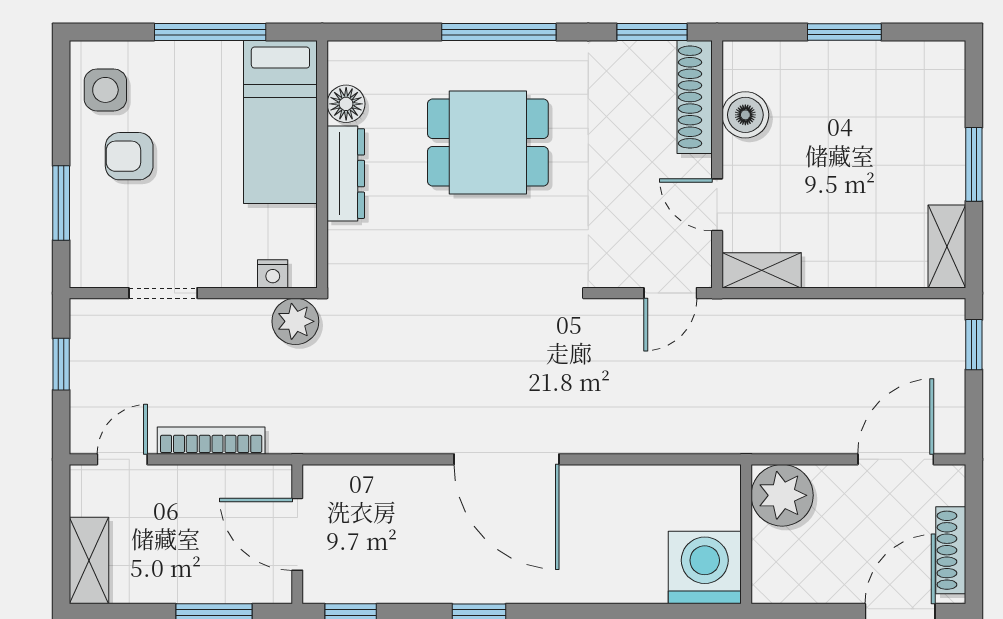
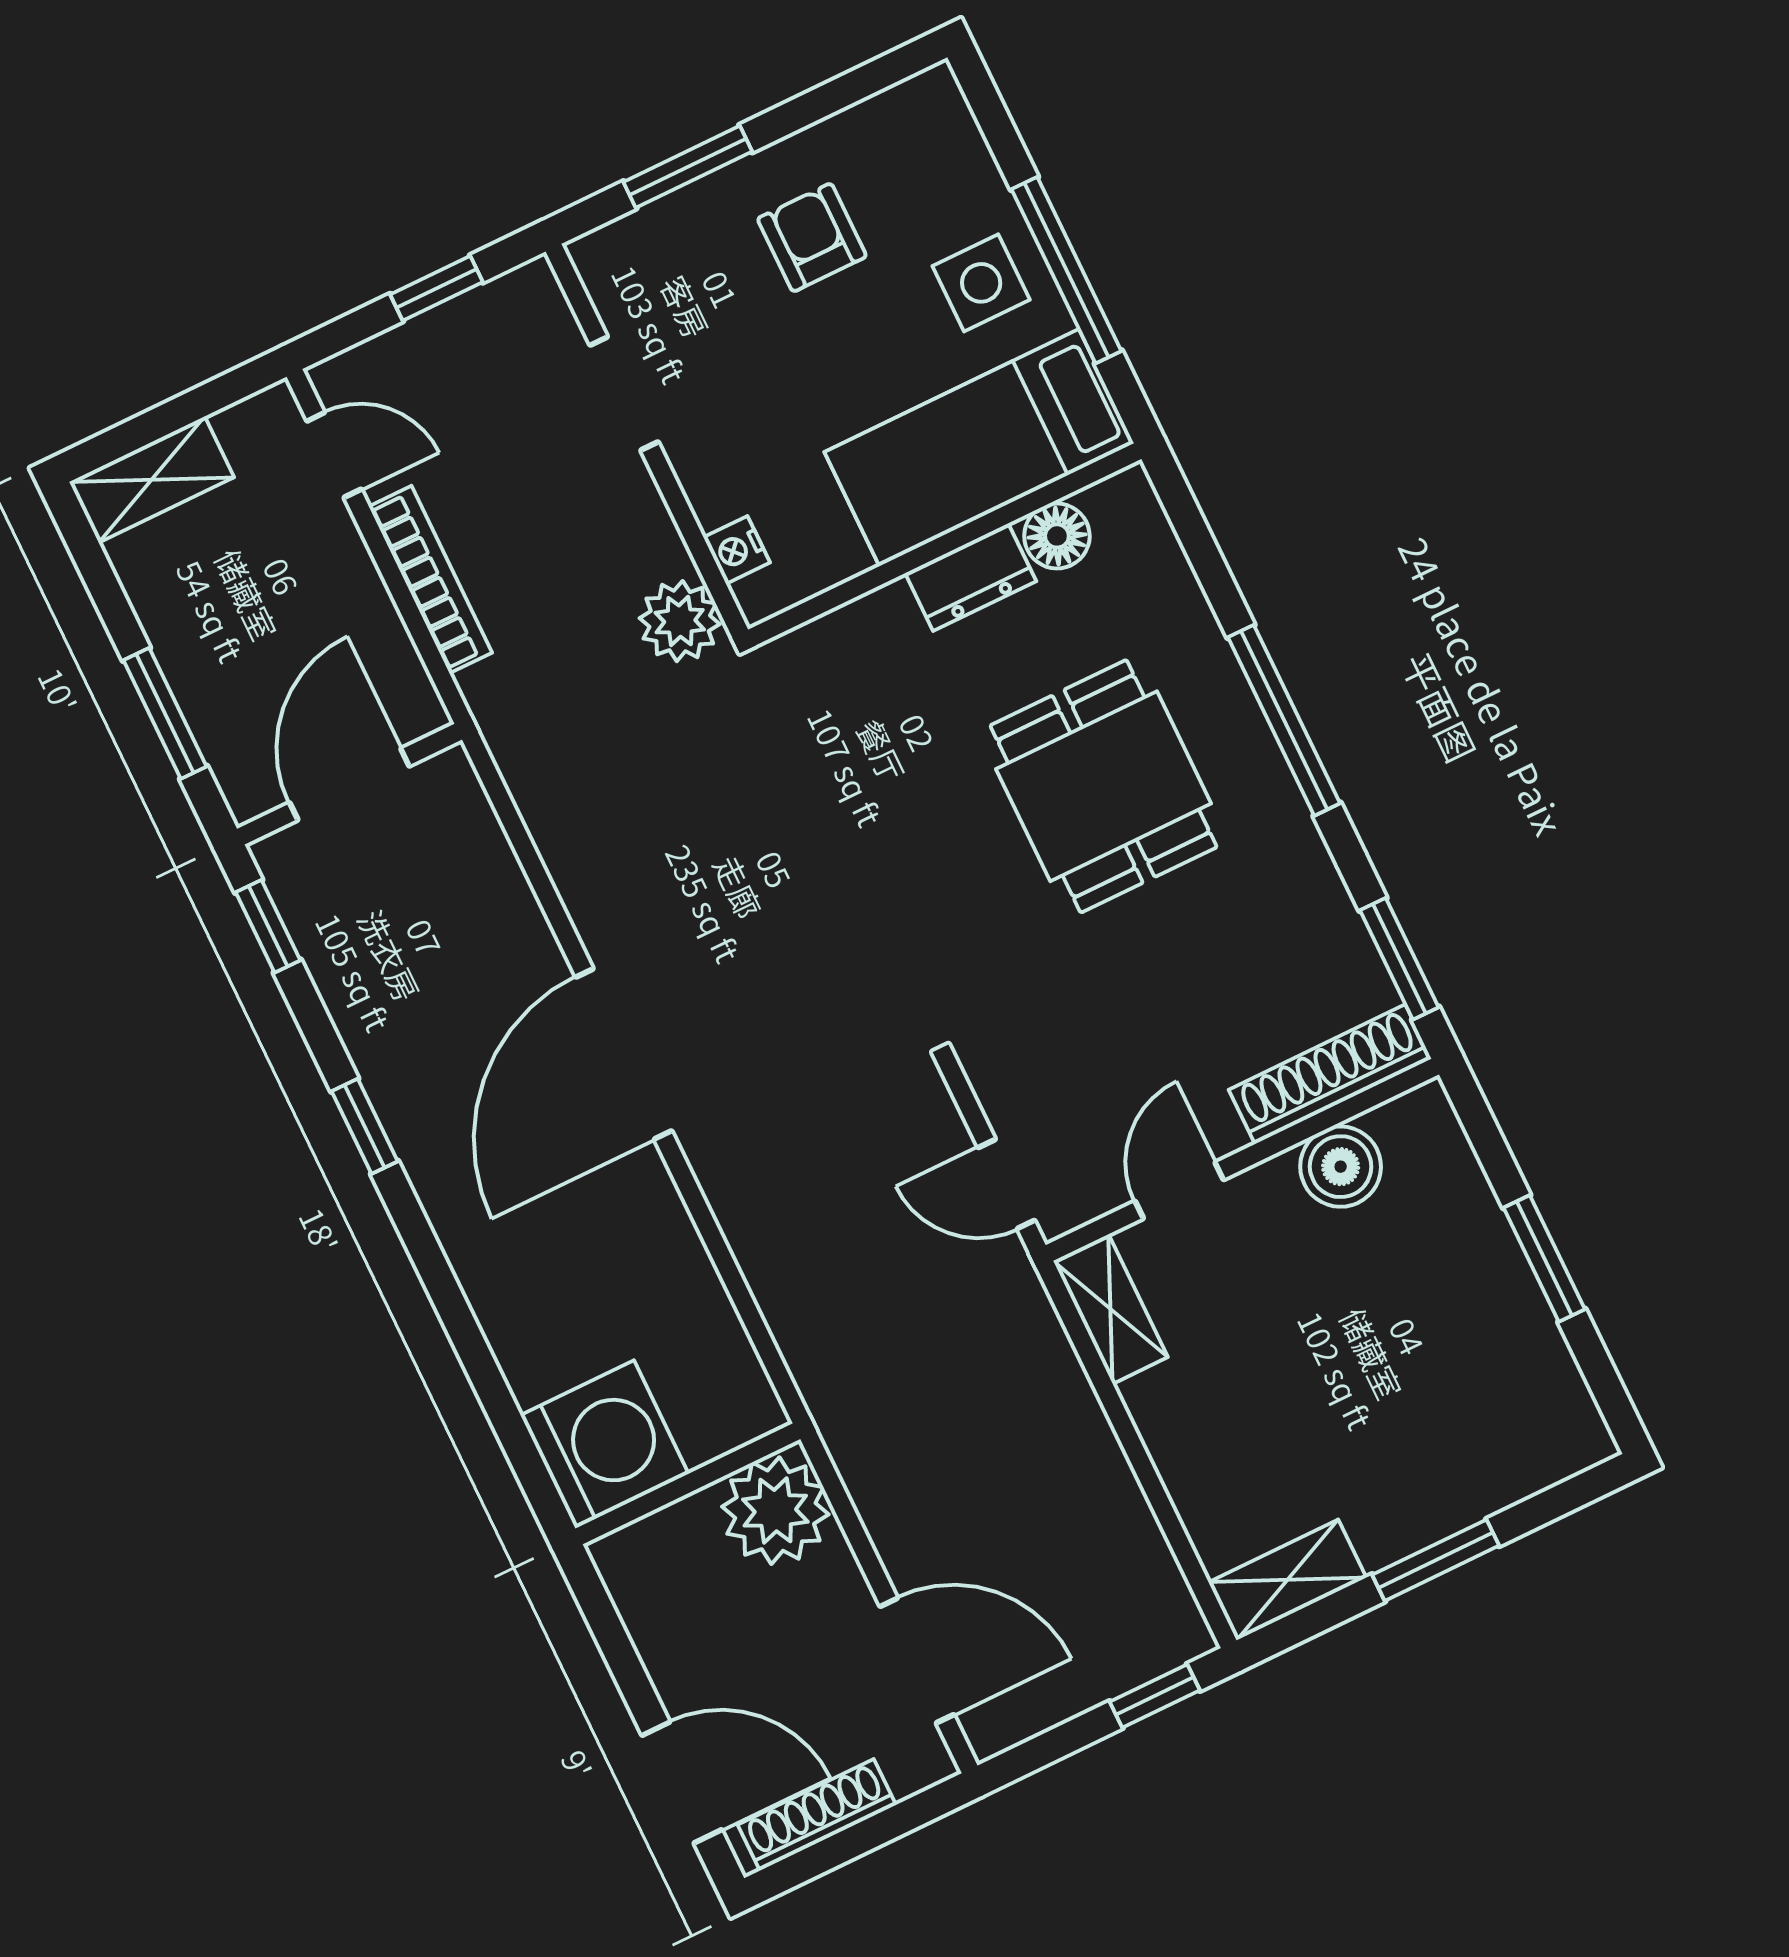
side table: (105, 90) -> (981, 283), moved
dresser: (346, 174) -> (971, 577), width x0.70

